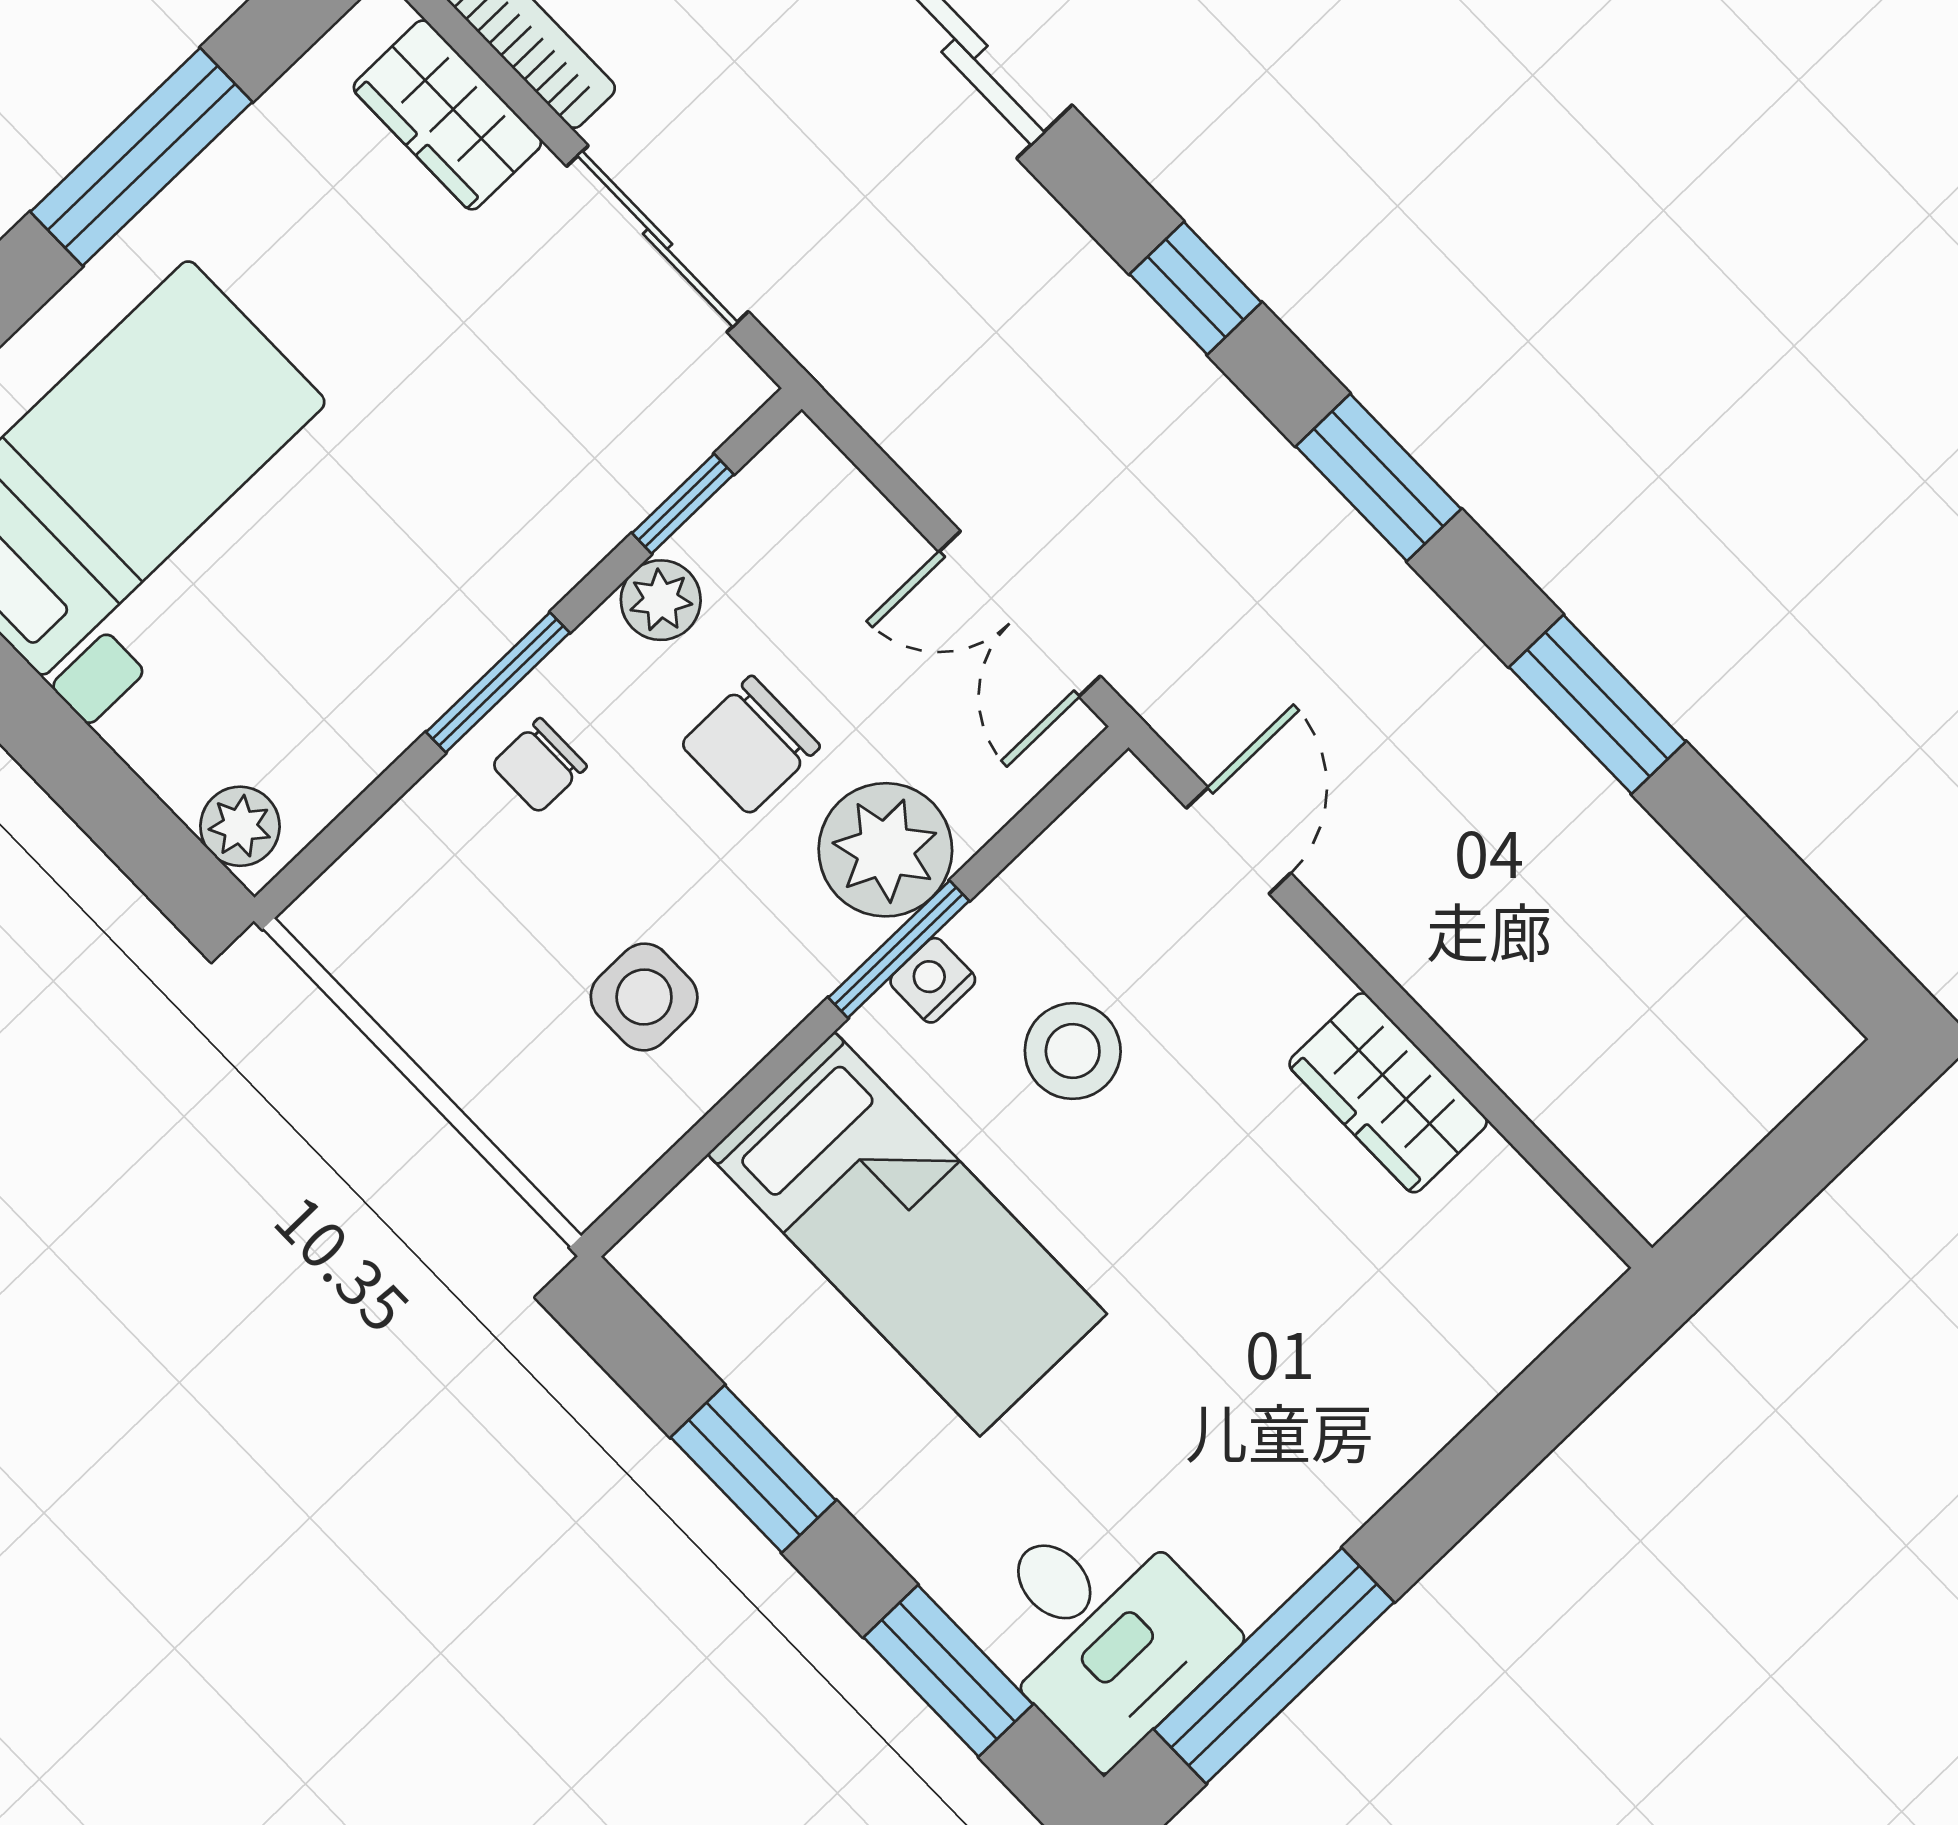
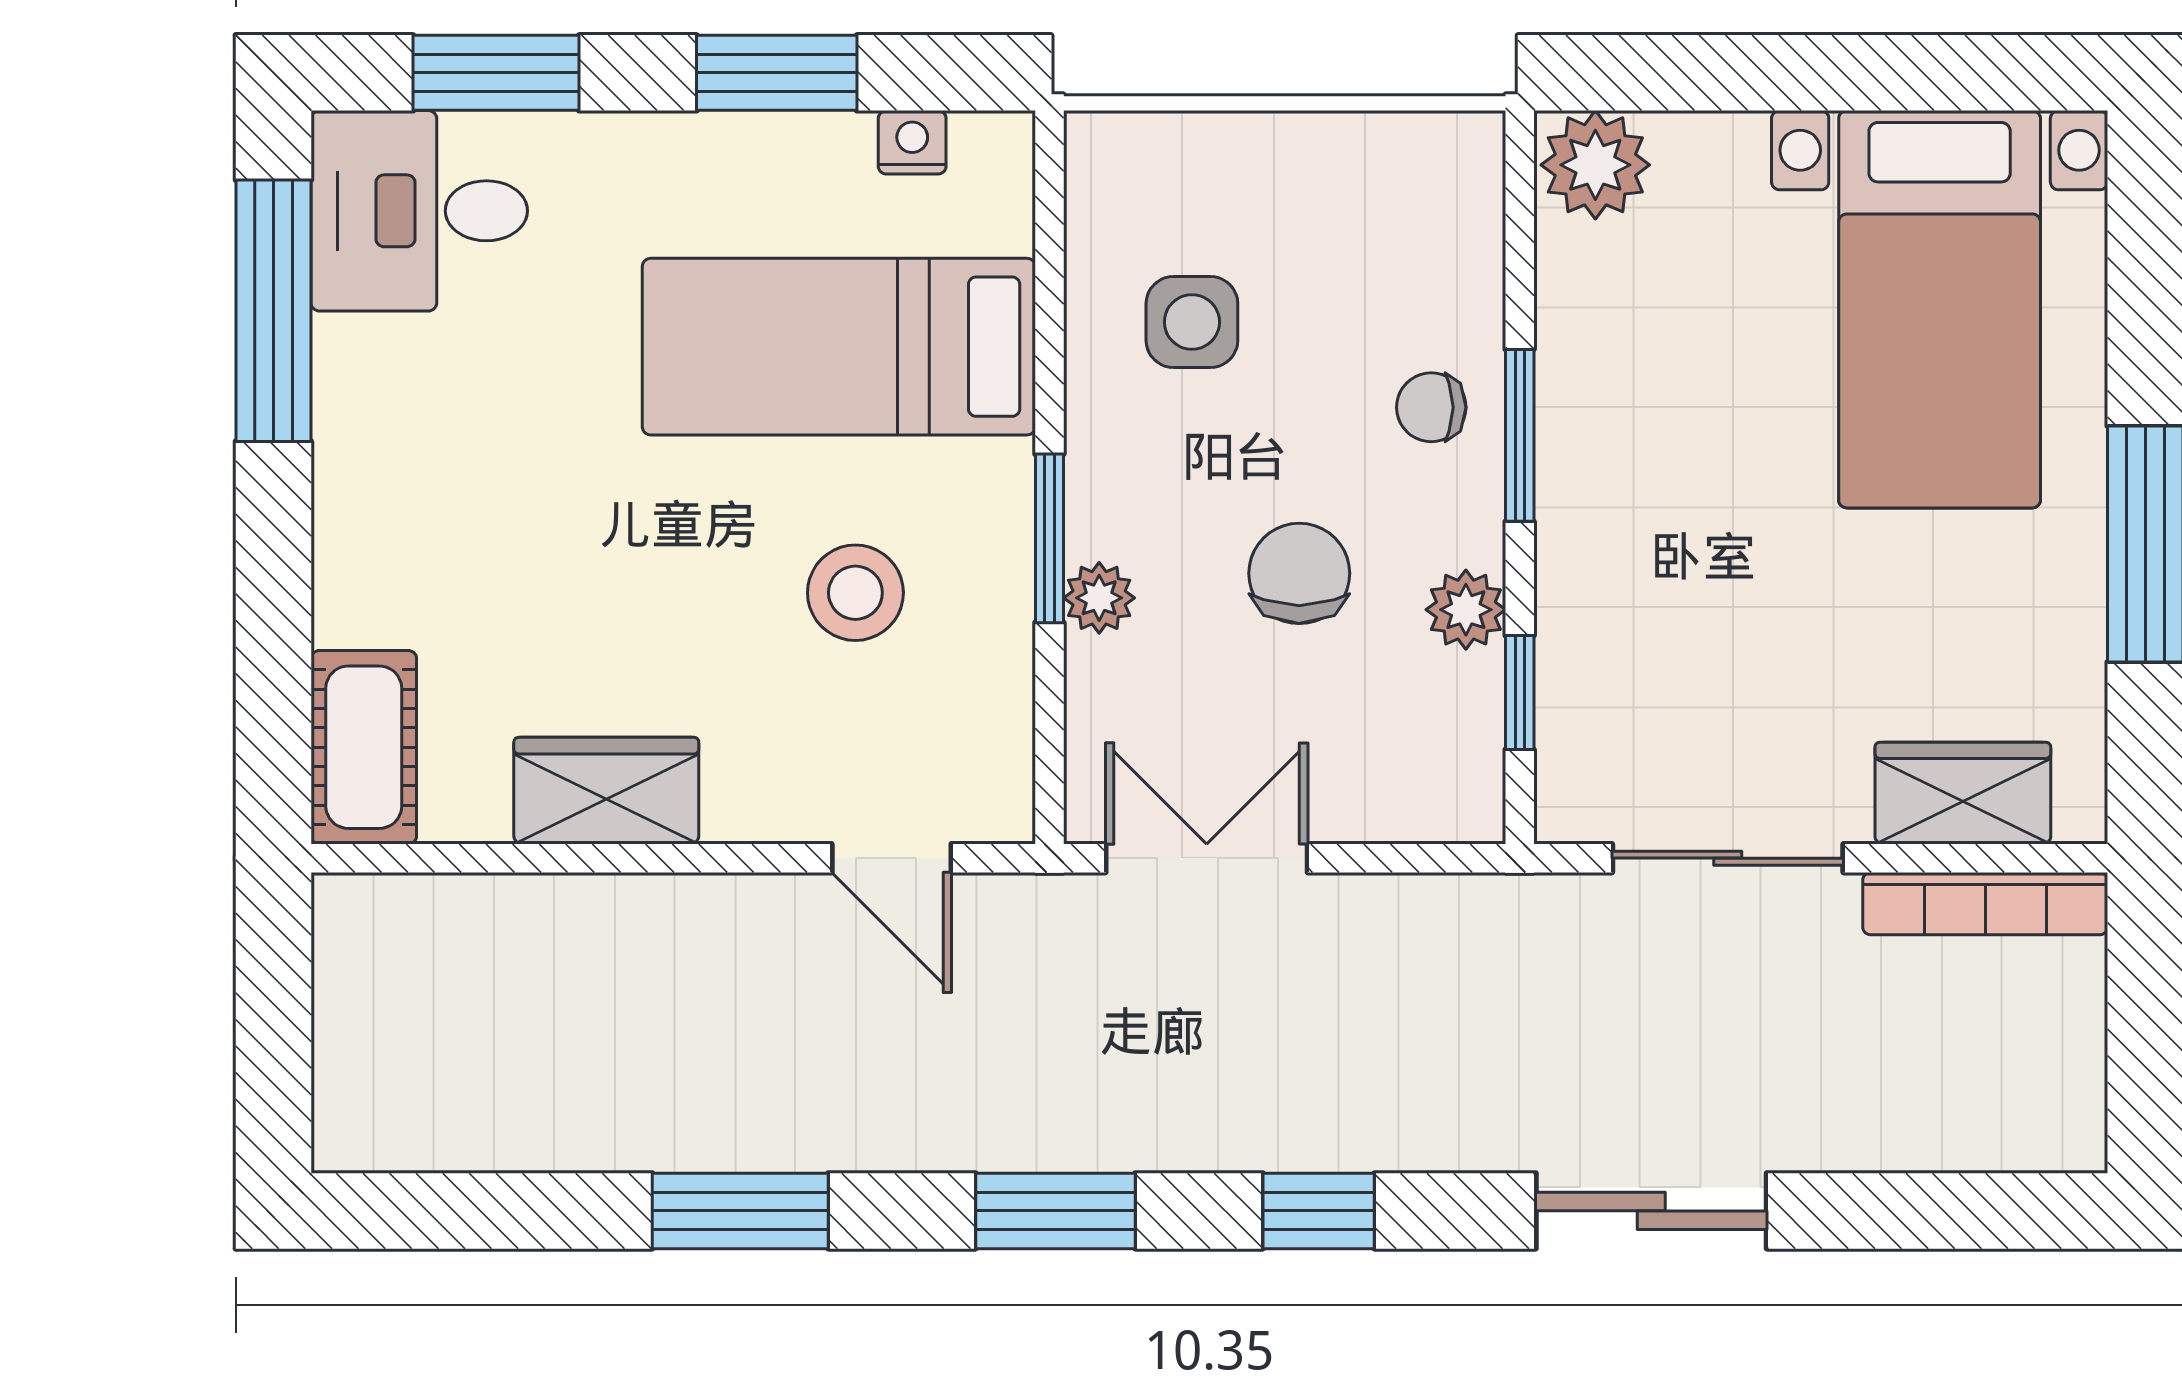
chair: (539, 766) -> (1431, 407), turned -90
plant: (240, 826) -> (1595, 165), width x1.38, depth x1.38
plant: (885, 850) -> (1099, 598), width x0.53, depth x0.53
nightstand: (933, 980) -> (912, 142), moved, turned -90
cot: (1525, 1297) -> (364, 747), added

